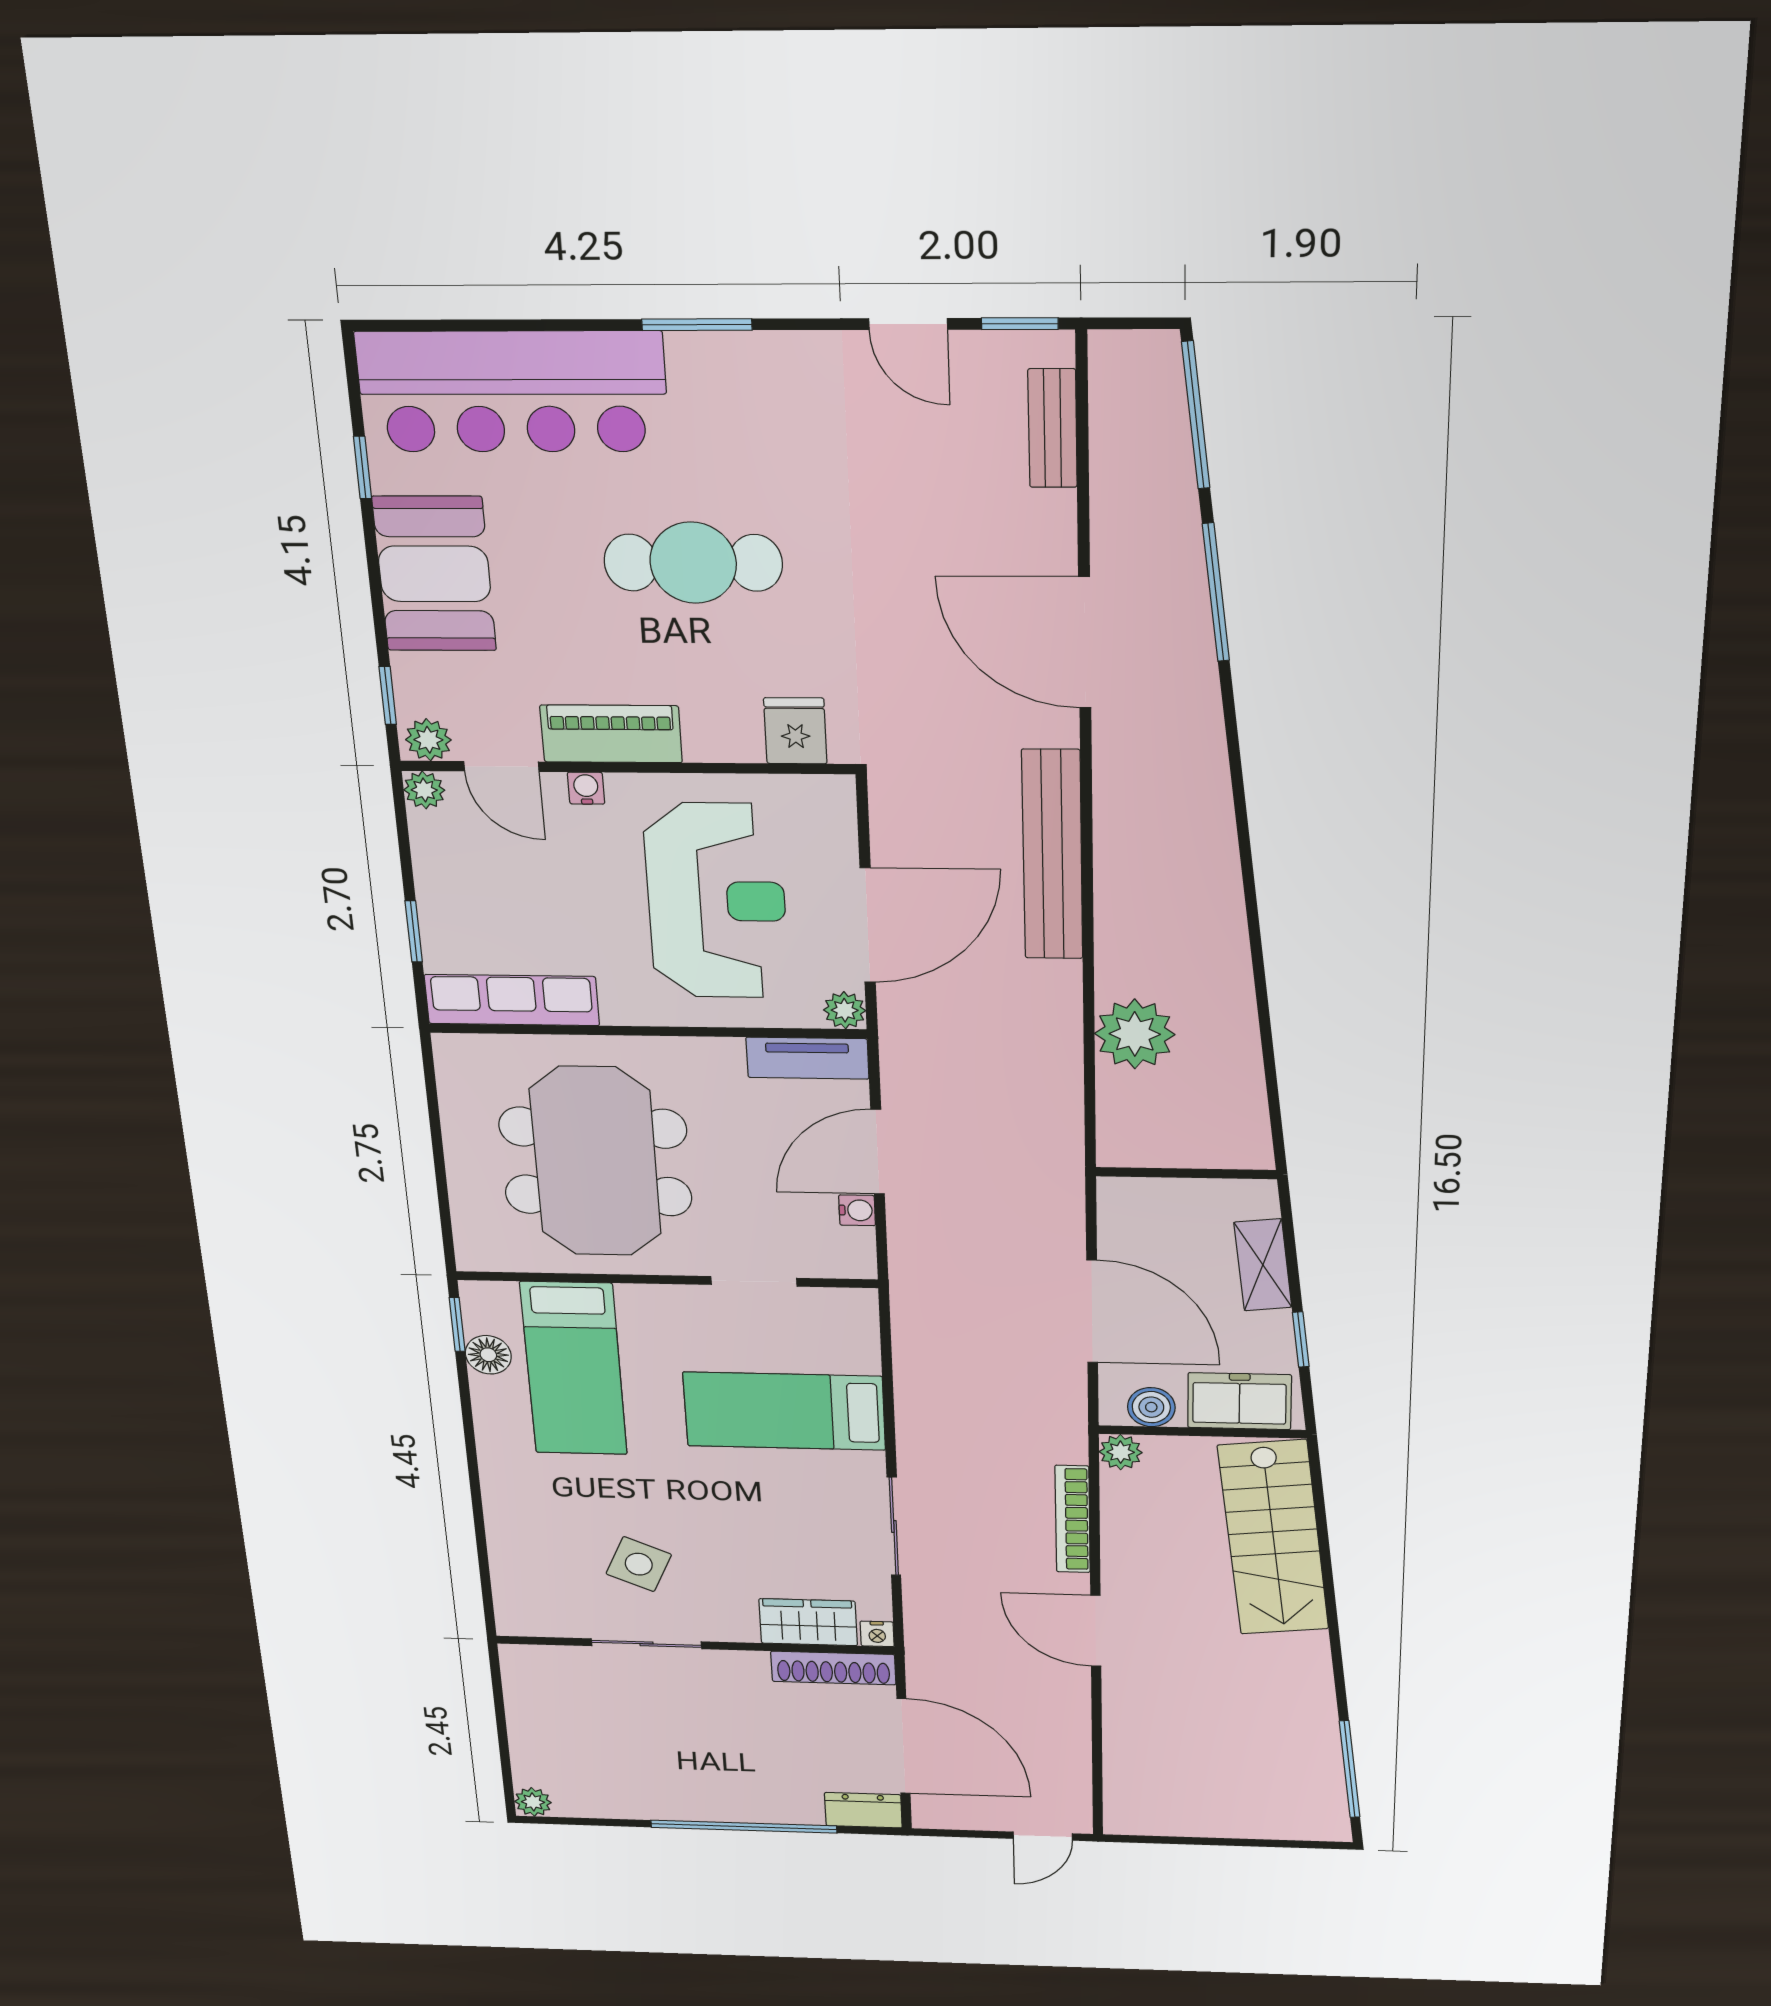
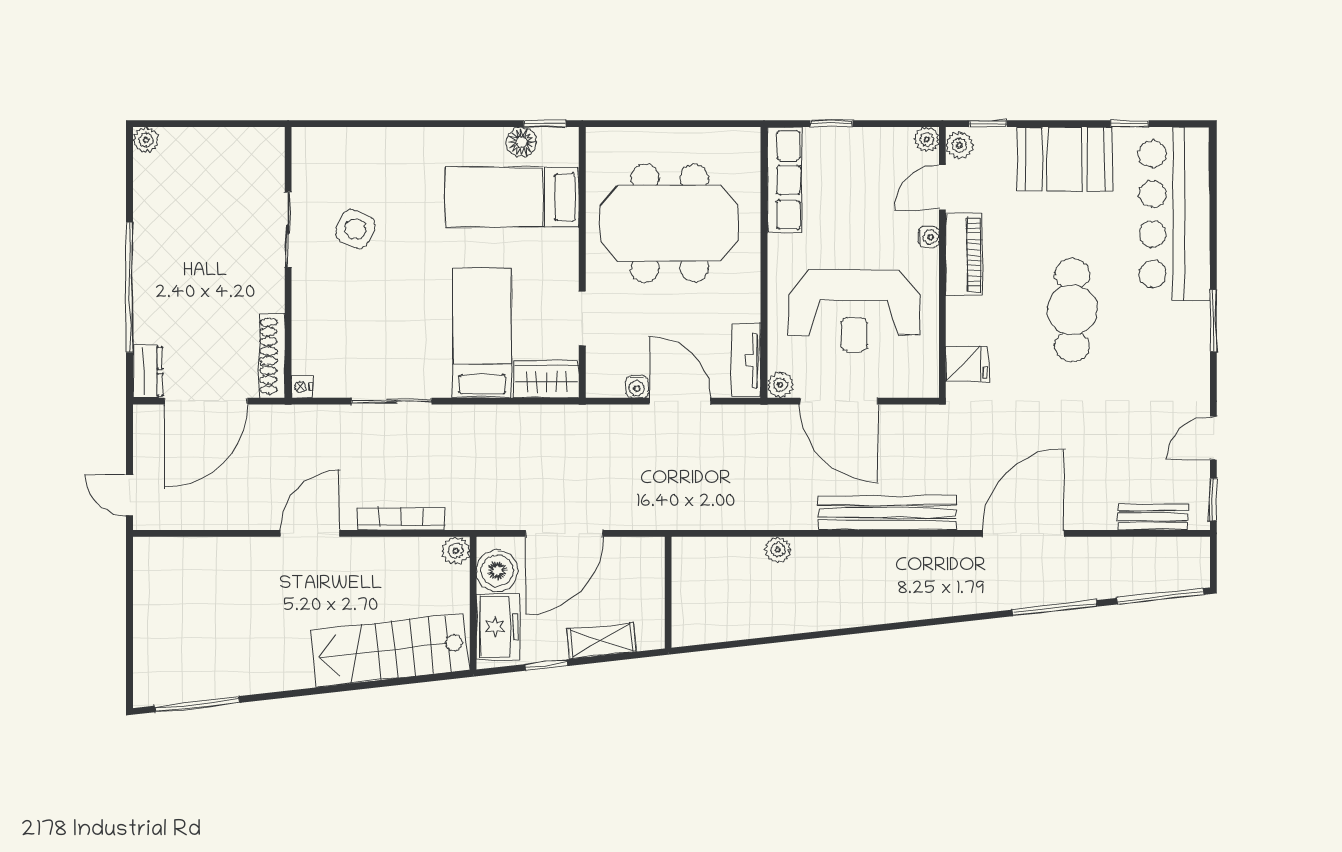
plant: (1135, 1034) -> (778, 550), width x0.53, depth x0.53
boiler: (1151, 1407) -> (497, 571), width x1.36, depth x1.36
wardrobe: (808, 1622) -> (546, 379), moved, turned -90

